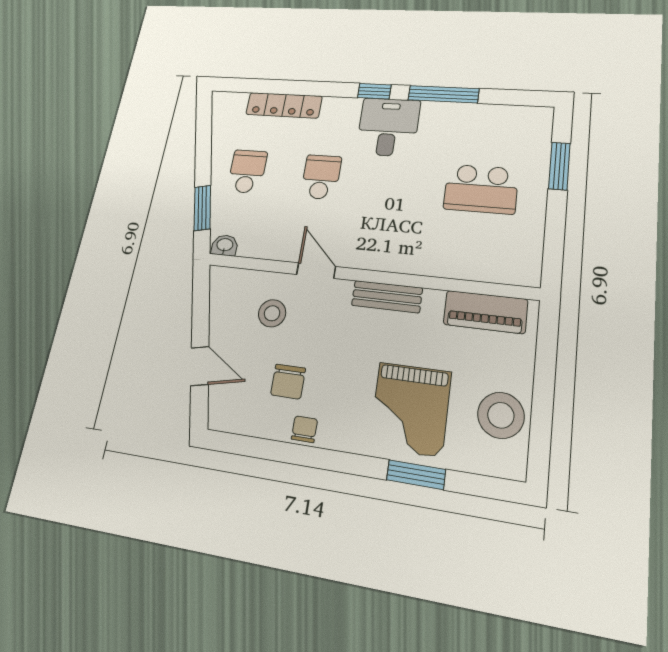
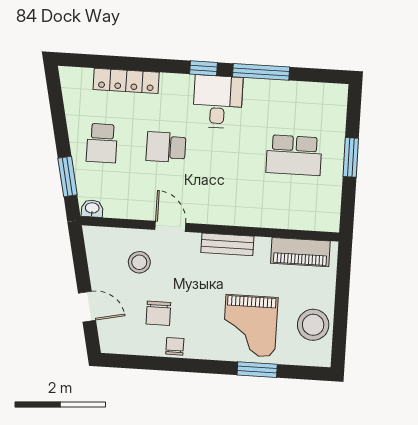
window: (559, 166) -> (351, 157), moved
school desk: (247, 172) -> (102, 143), turned 180
school desk: (321, 177) -> (166, 147), turned -90

